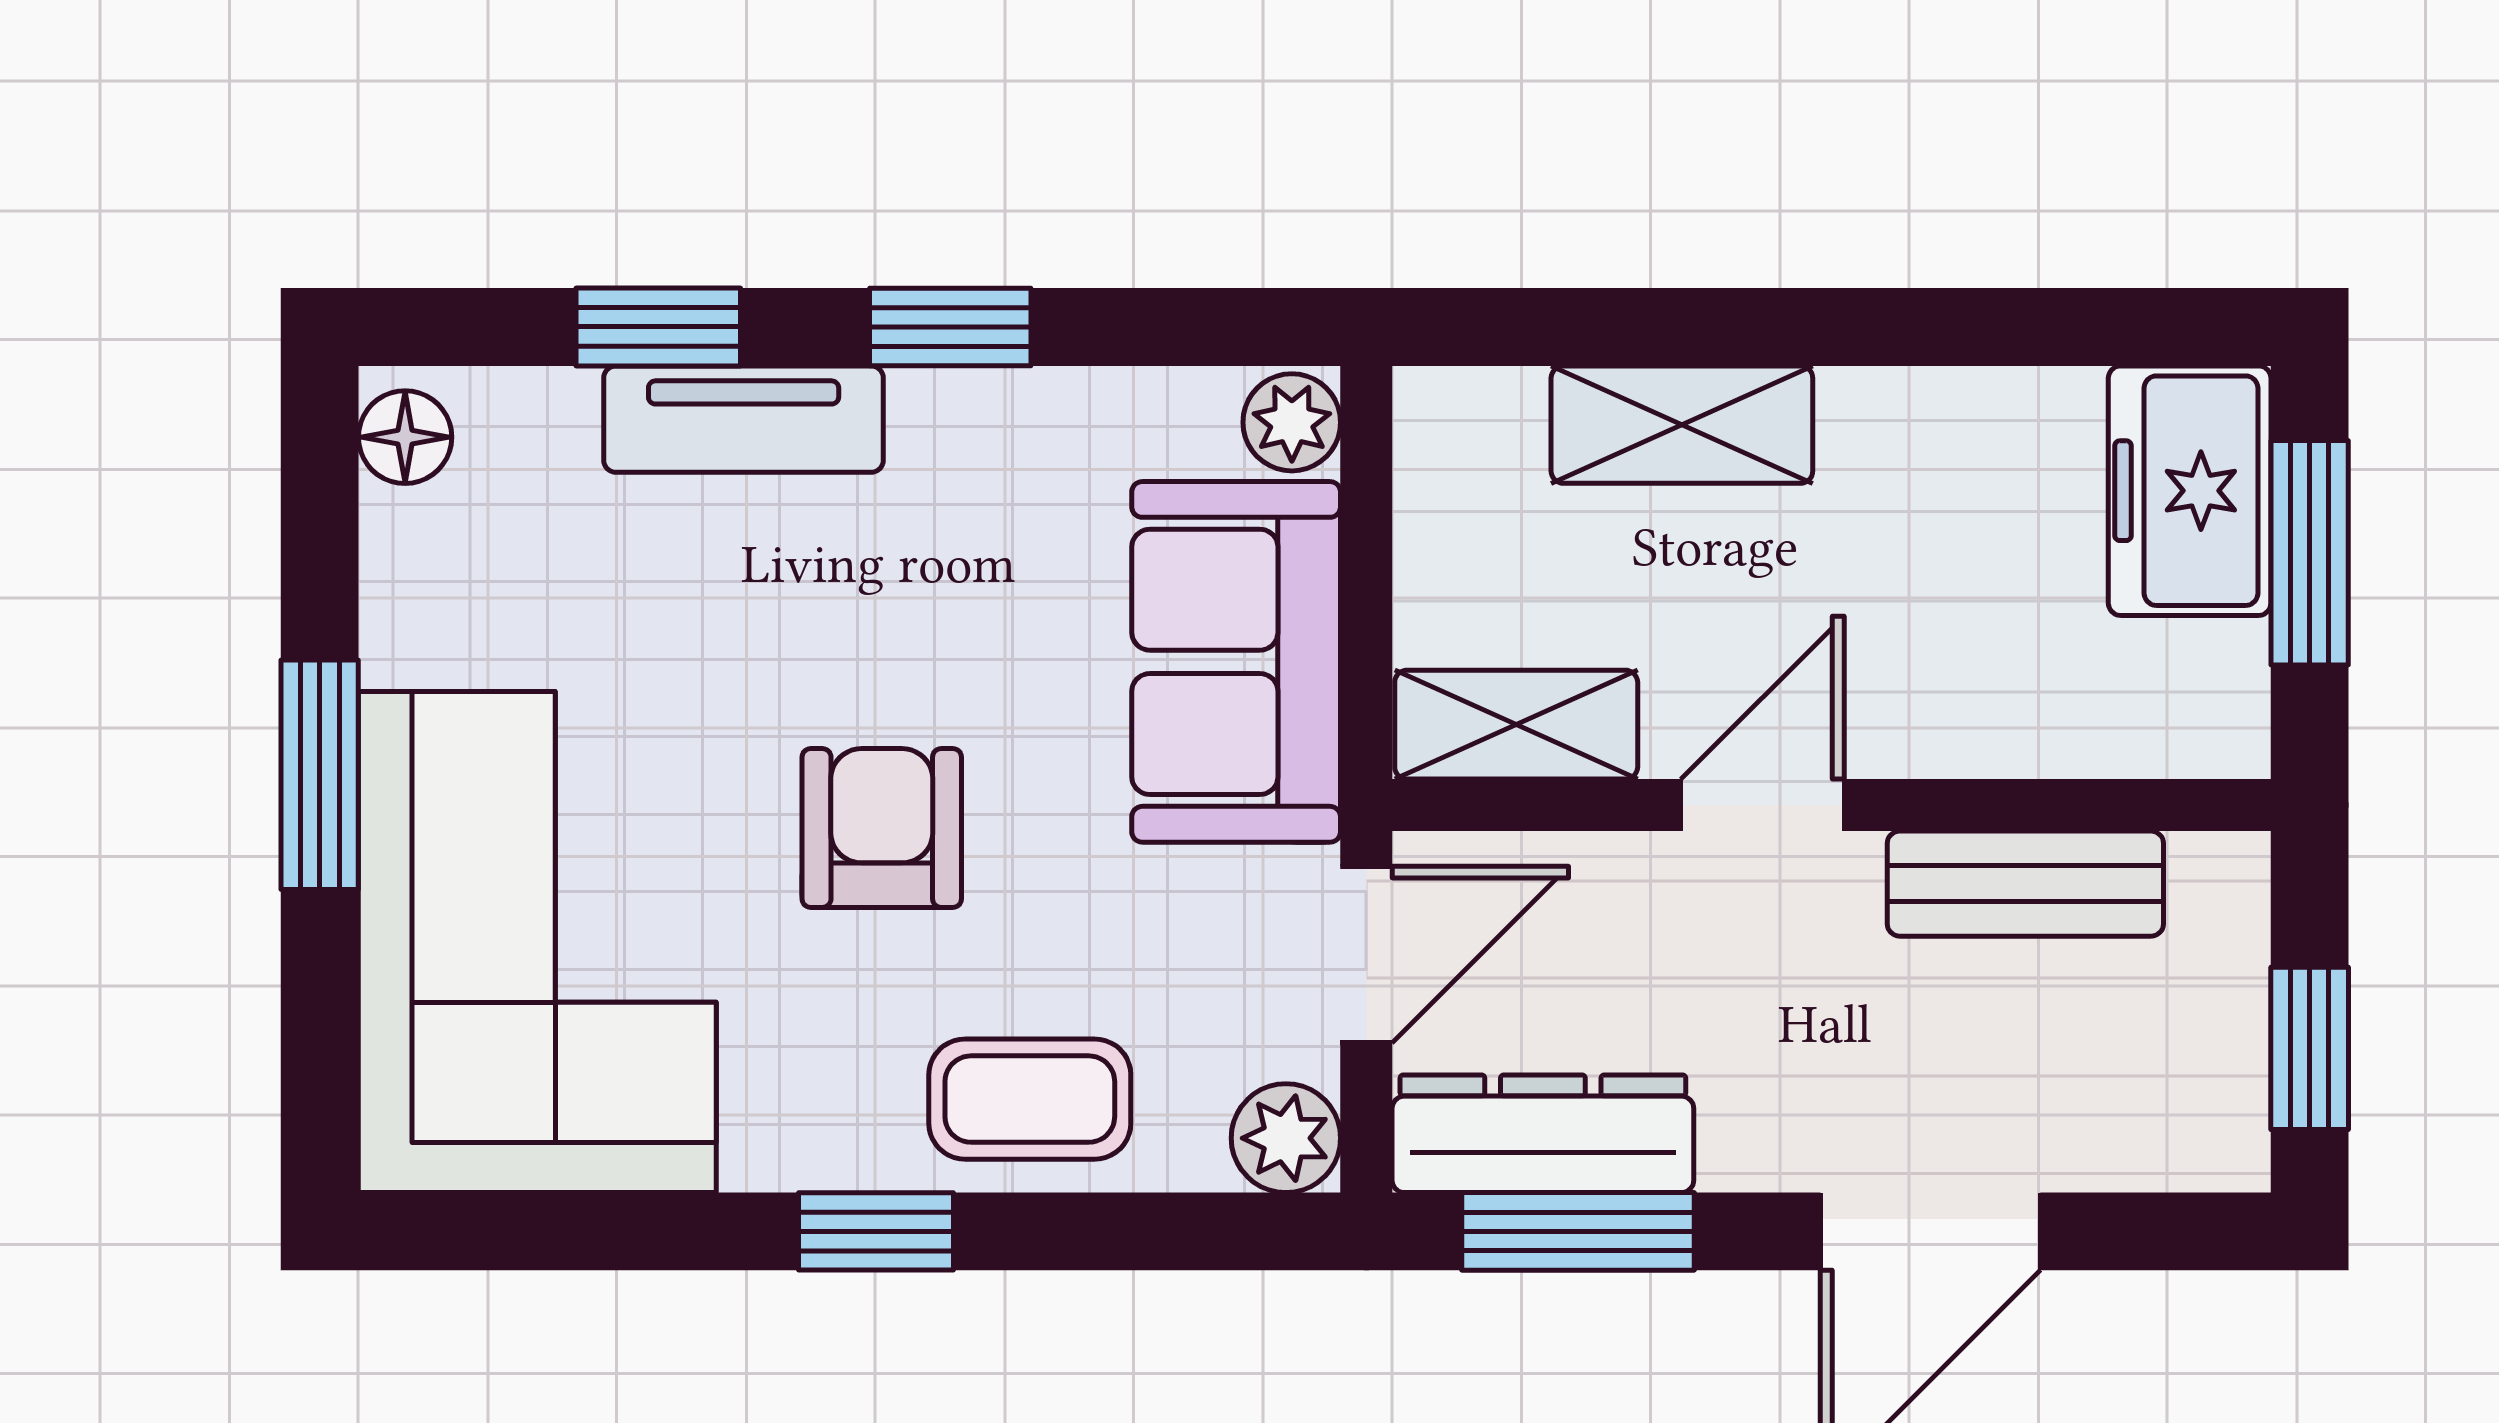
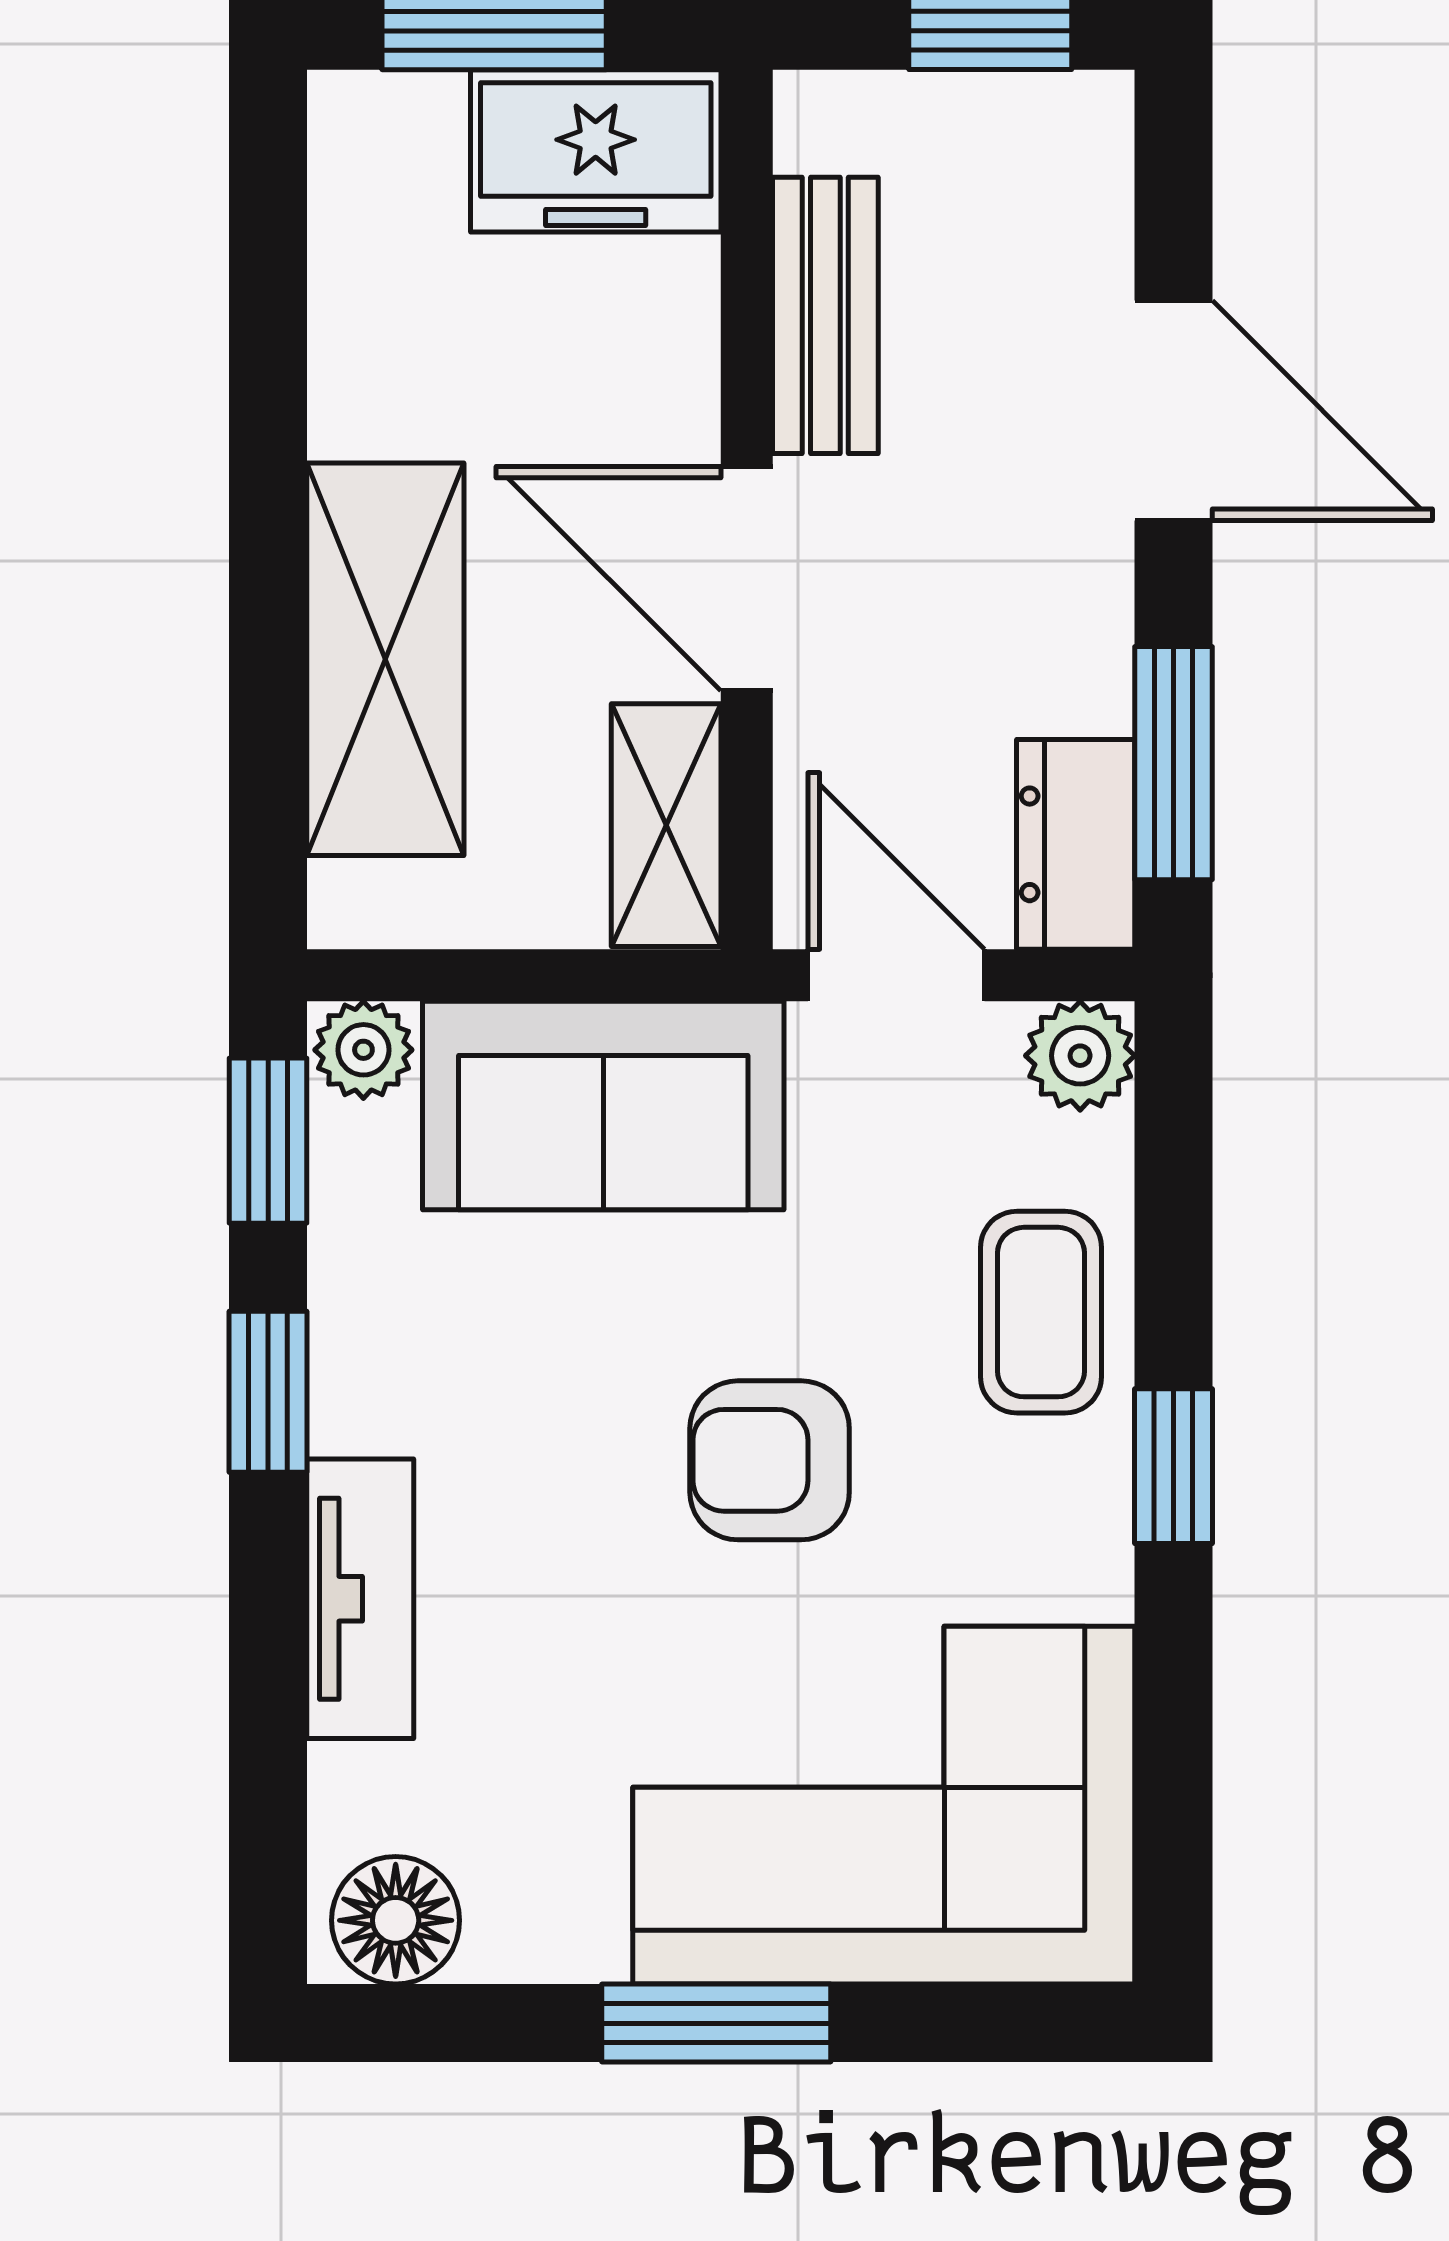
window: (658, 327) -> (268, 1141), moved
shelving: (1682, 425) -> (385, 659), width x1.50, depth x1.33
floor lamp: (405, 437) -> (396, 1920), width x1.37, depth x1.37
freezer: (2190, 491) -> (596, 151), moved
door: (1762, 805) -> (747, 579), width x1.38
dresser: (1543, 1134) -> (1076, 844), width x0.70

